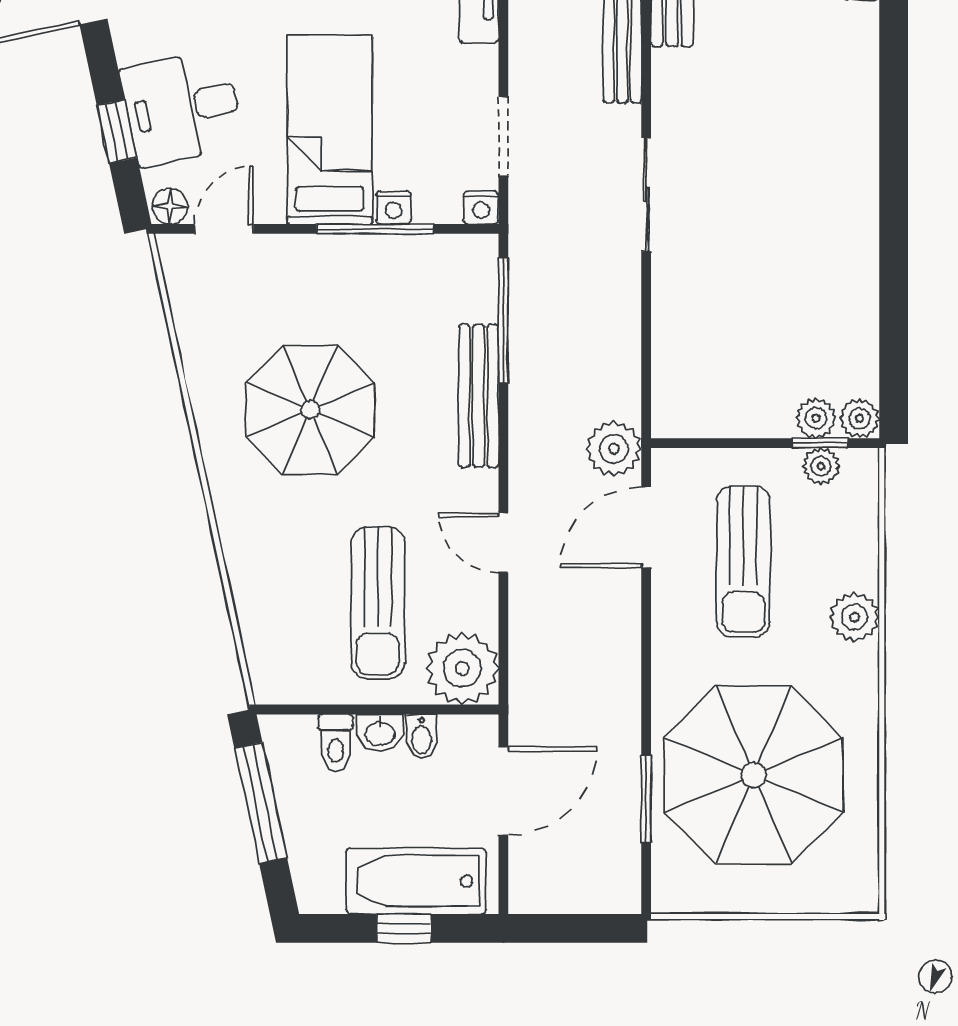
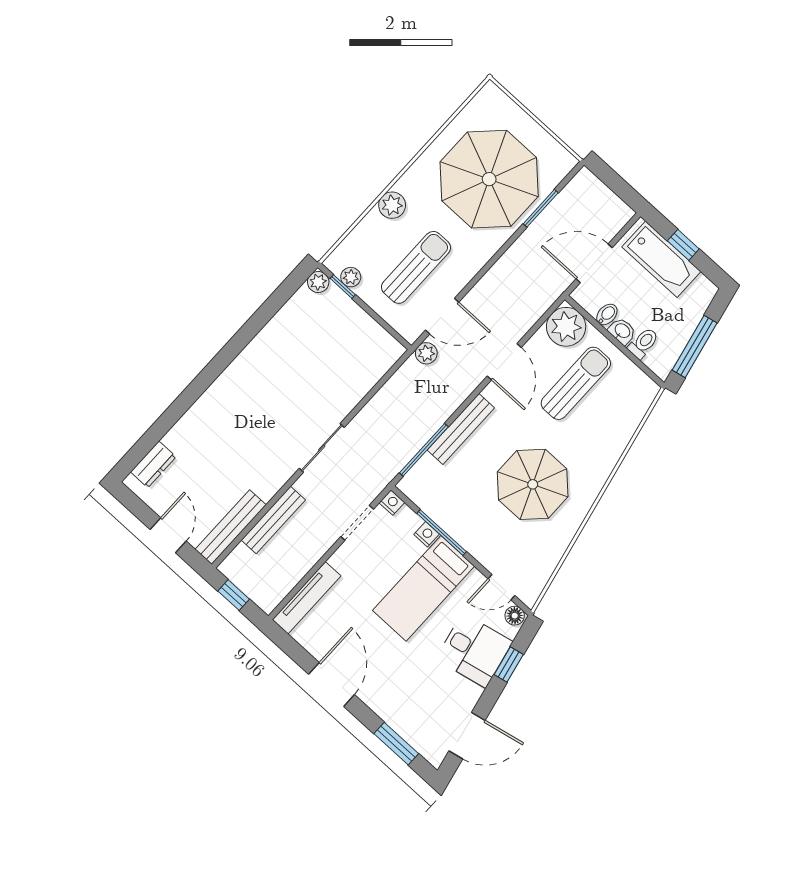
plant: (816, 418) -> (335, 298), removed
plant: (614, 449) -> (426, 353), width x0.73, depth x0.73
door: (503, 543) -> (504, 362), width x1.38

